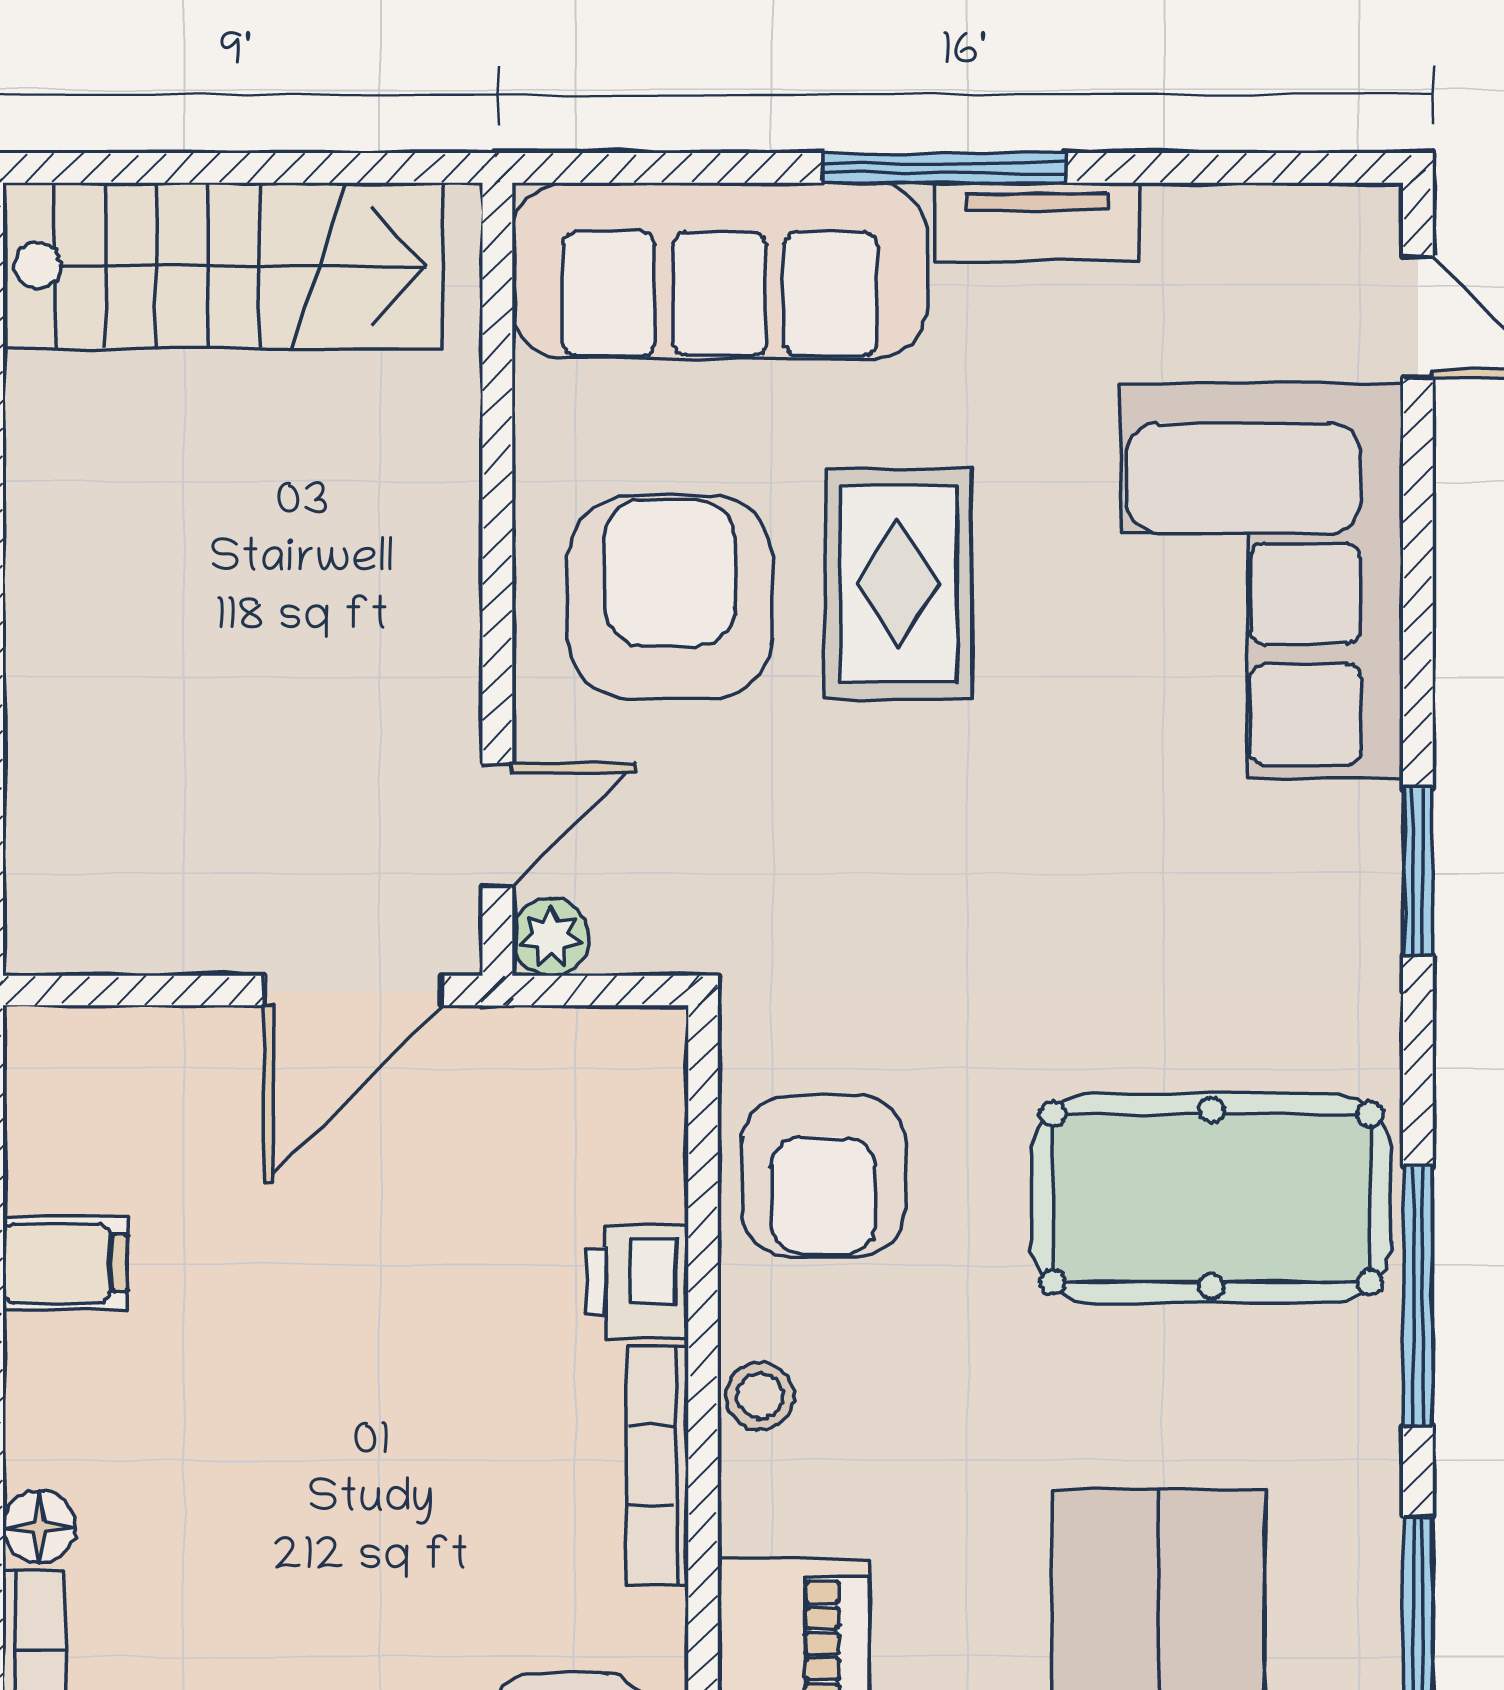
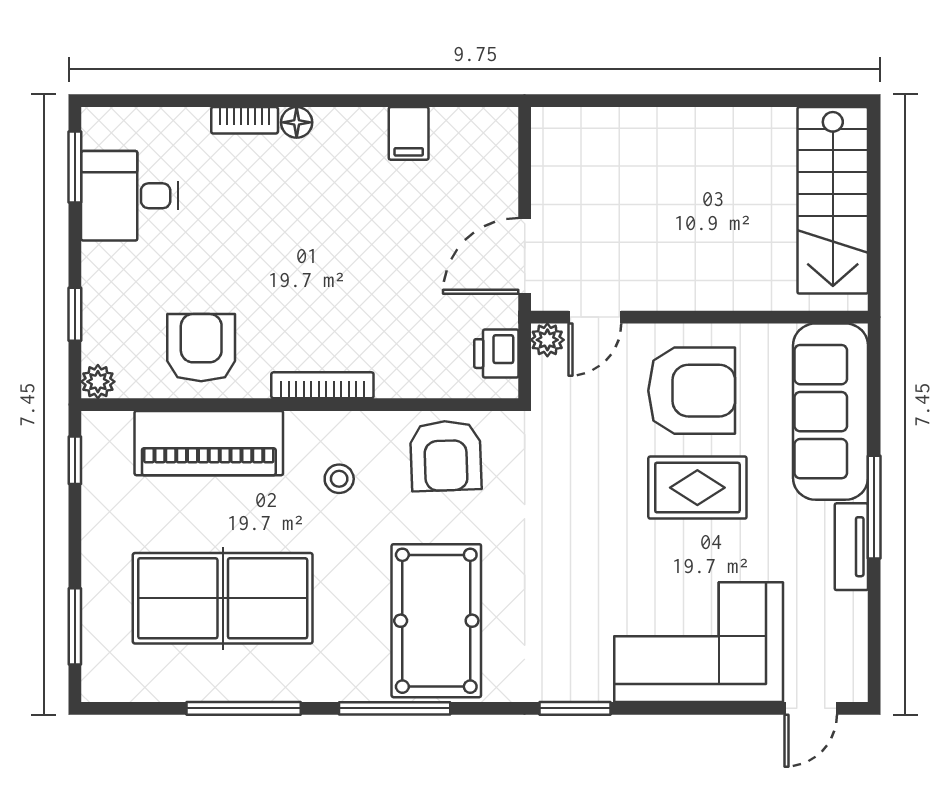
door: (497, 825) -> (595, 317), hinge flipped
door: (353, 991) -> (525, 256), hinge flipped
armchair: (824, 1176) -> (446, 456), turned -92
printer: (637, 1281) -> (496, 354), moved, turned -90
stool: (760, 1396) -> (339, 479), moved

